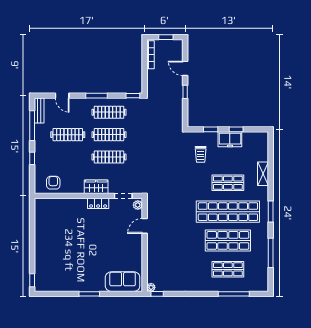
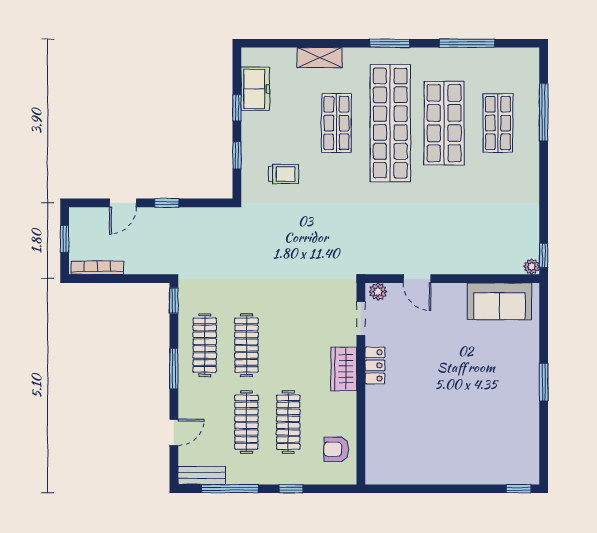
freezer: (230, 139) -> (255, 89), moved
clothes rail: (109, 157) -> (288, 422), moved
sofa: (123, 282) -> (499, 301), moved, turned -90

